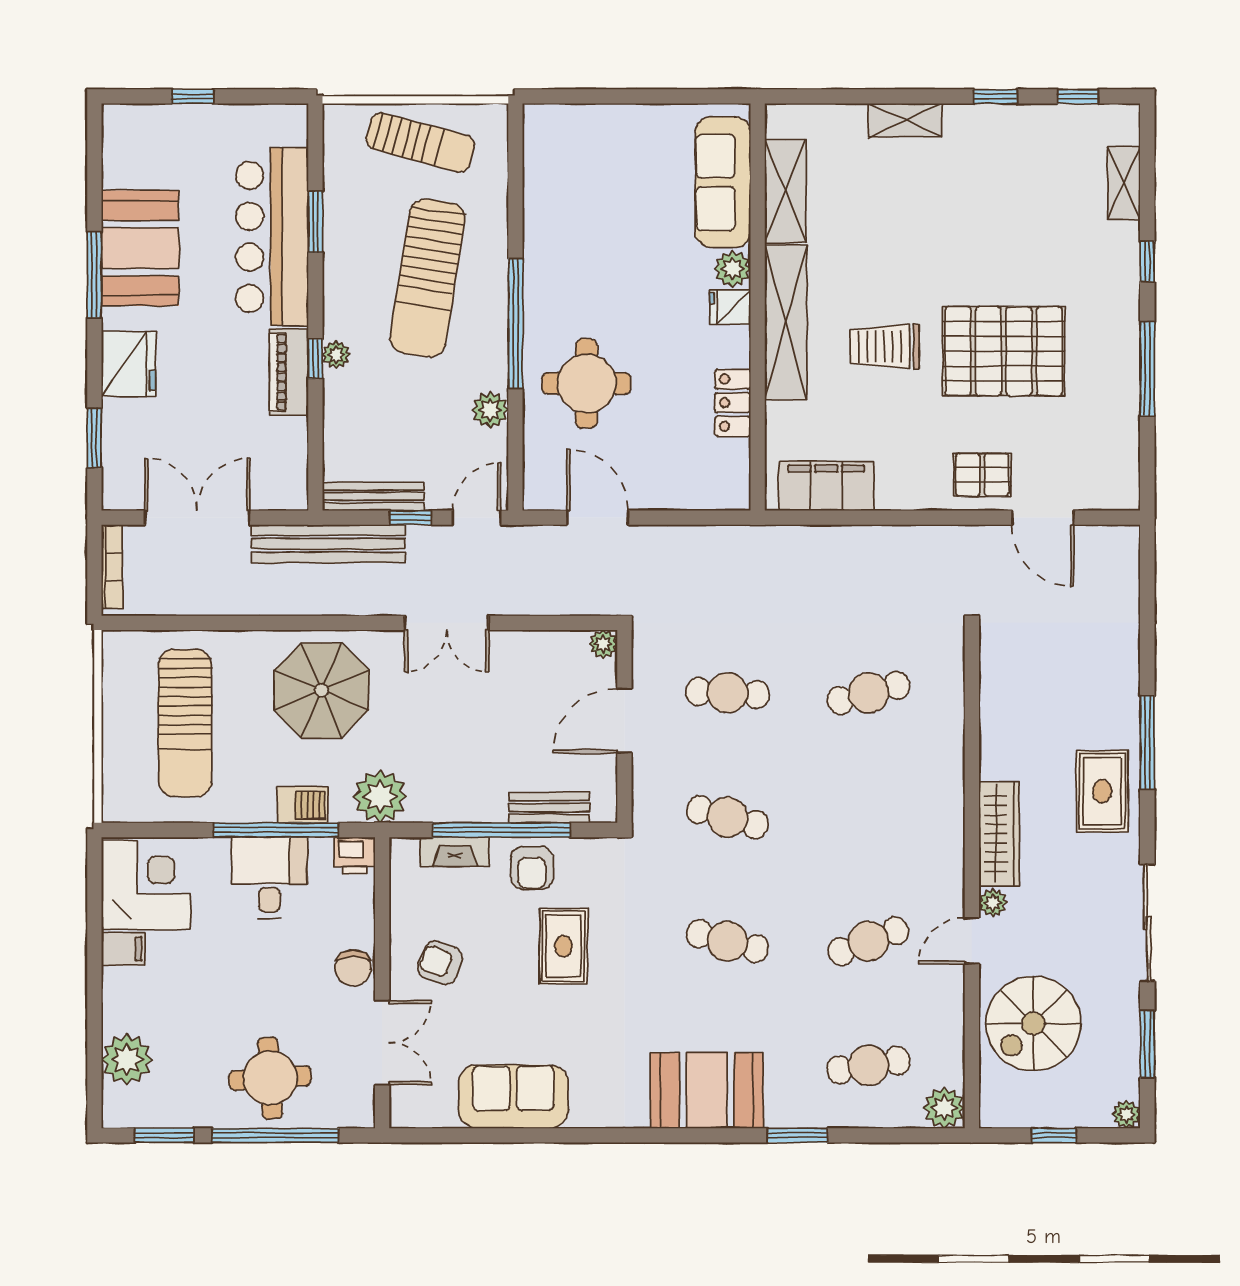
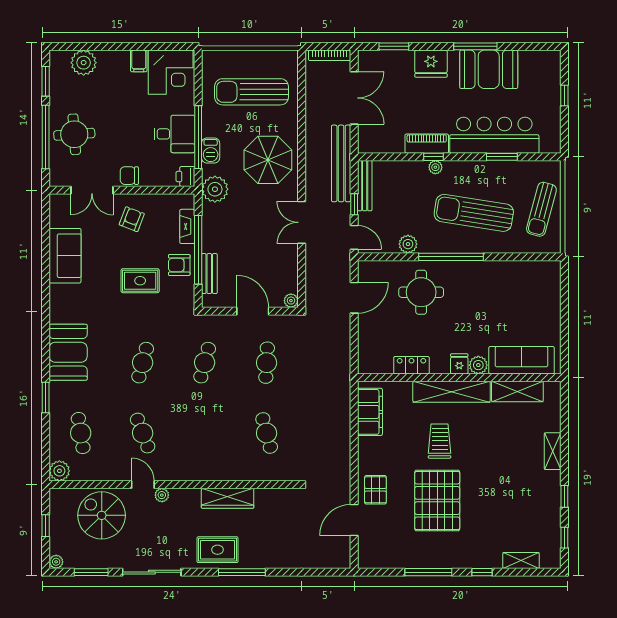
wardrobe: (999, 834) -> (228, 498), moved

